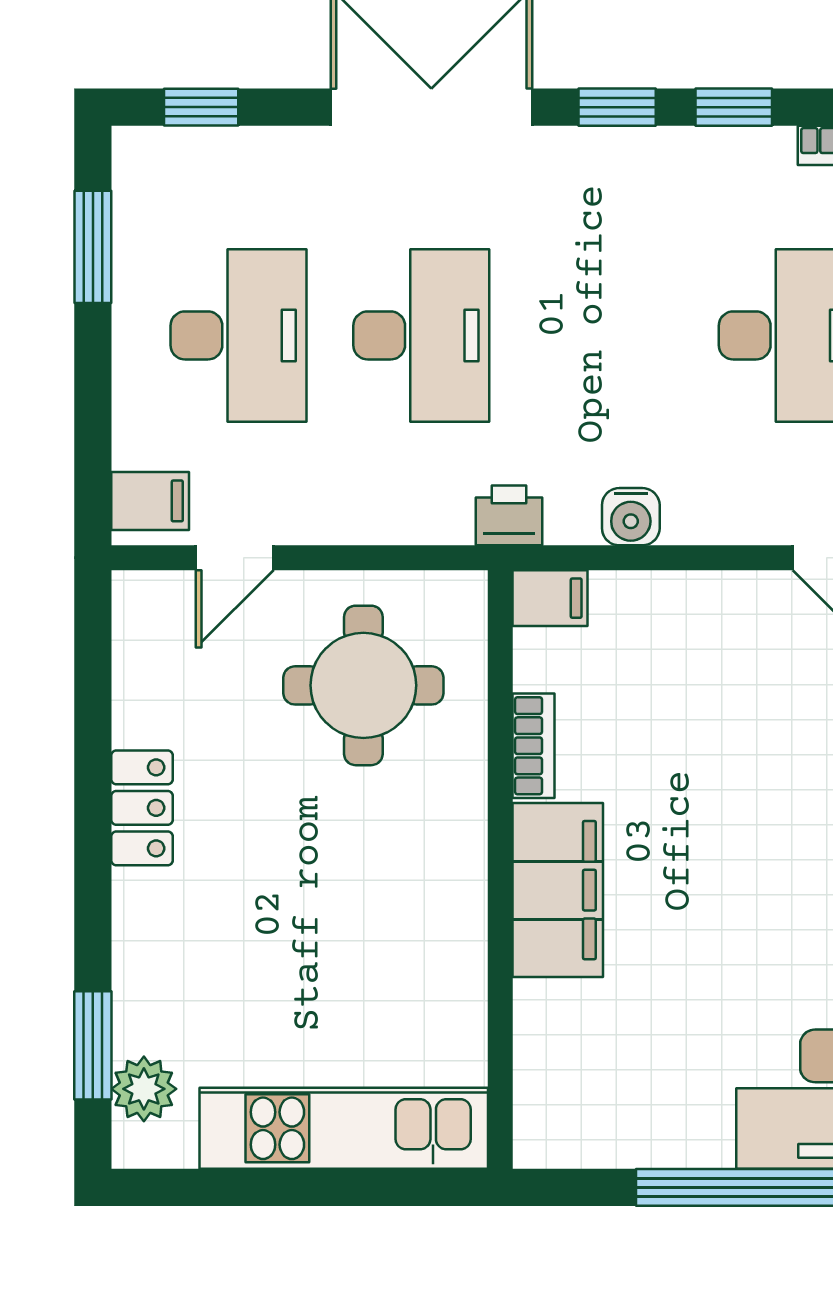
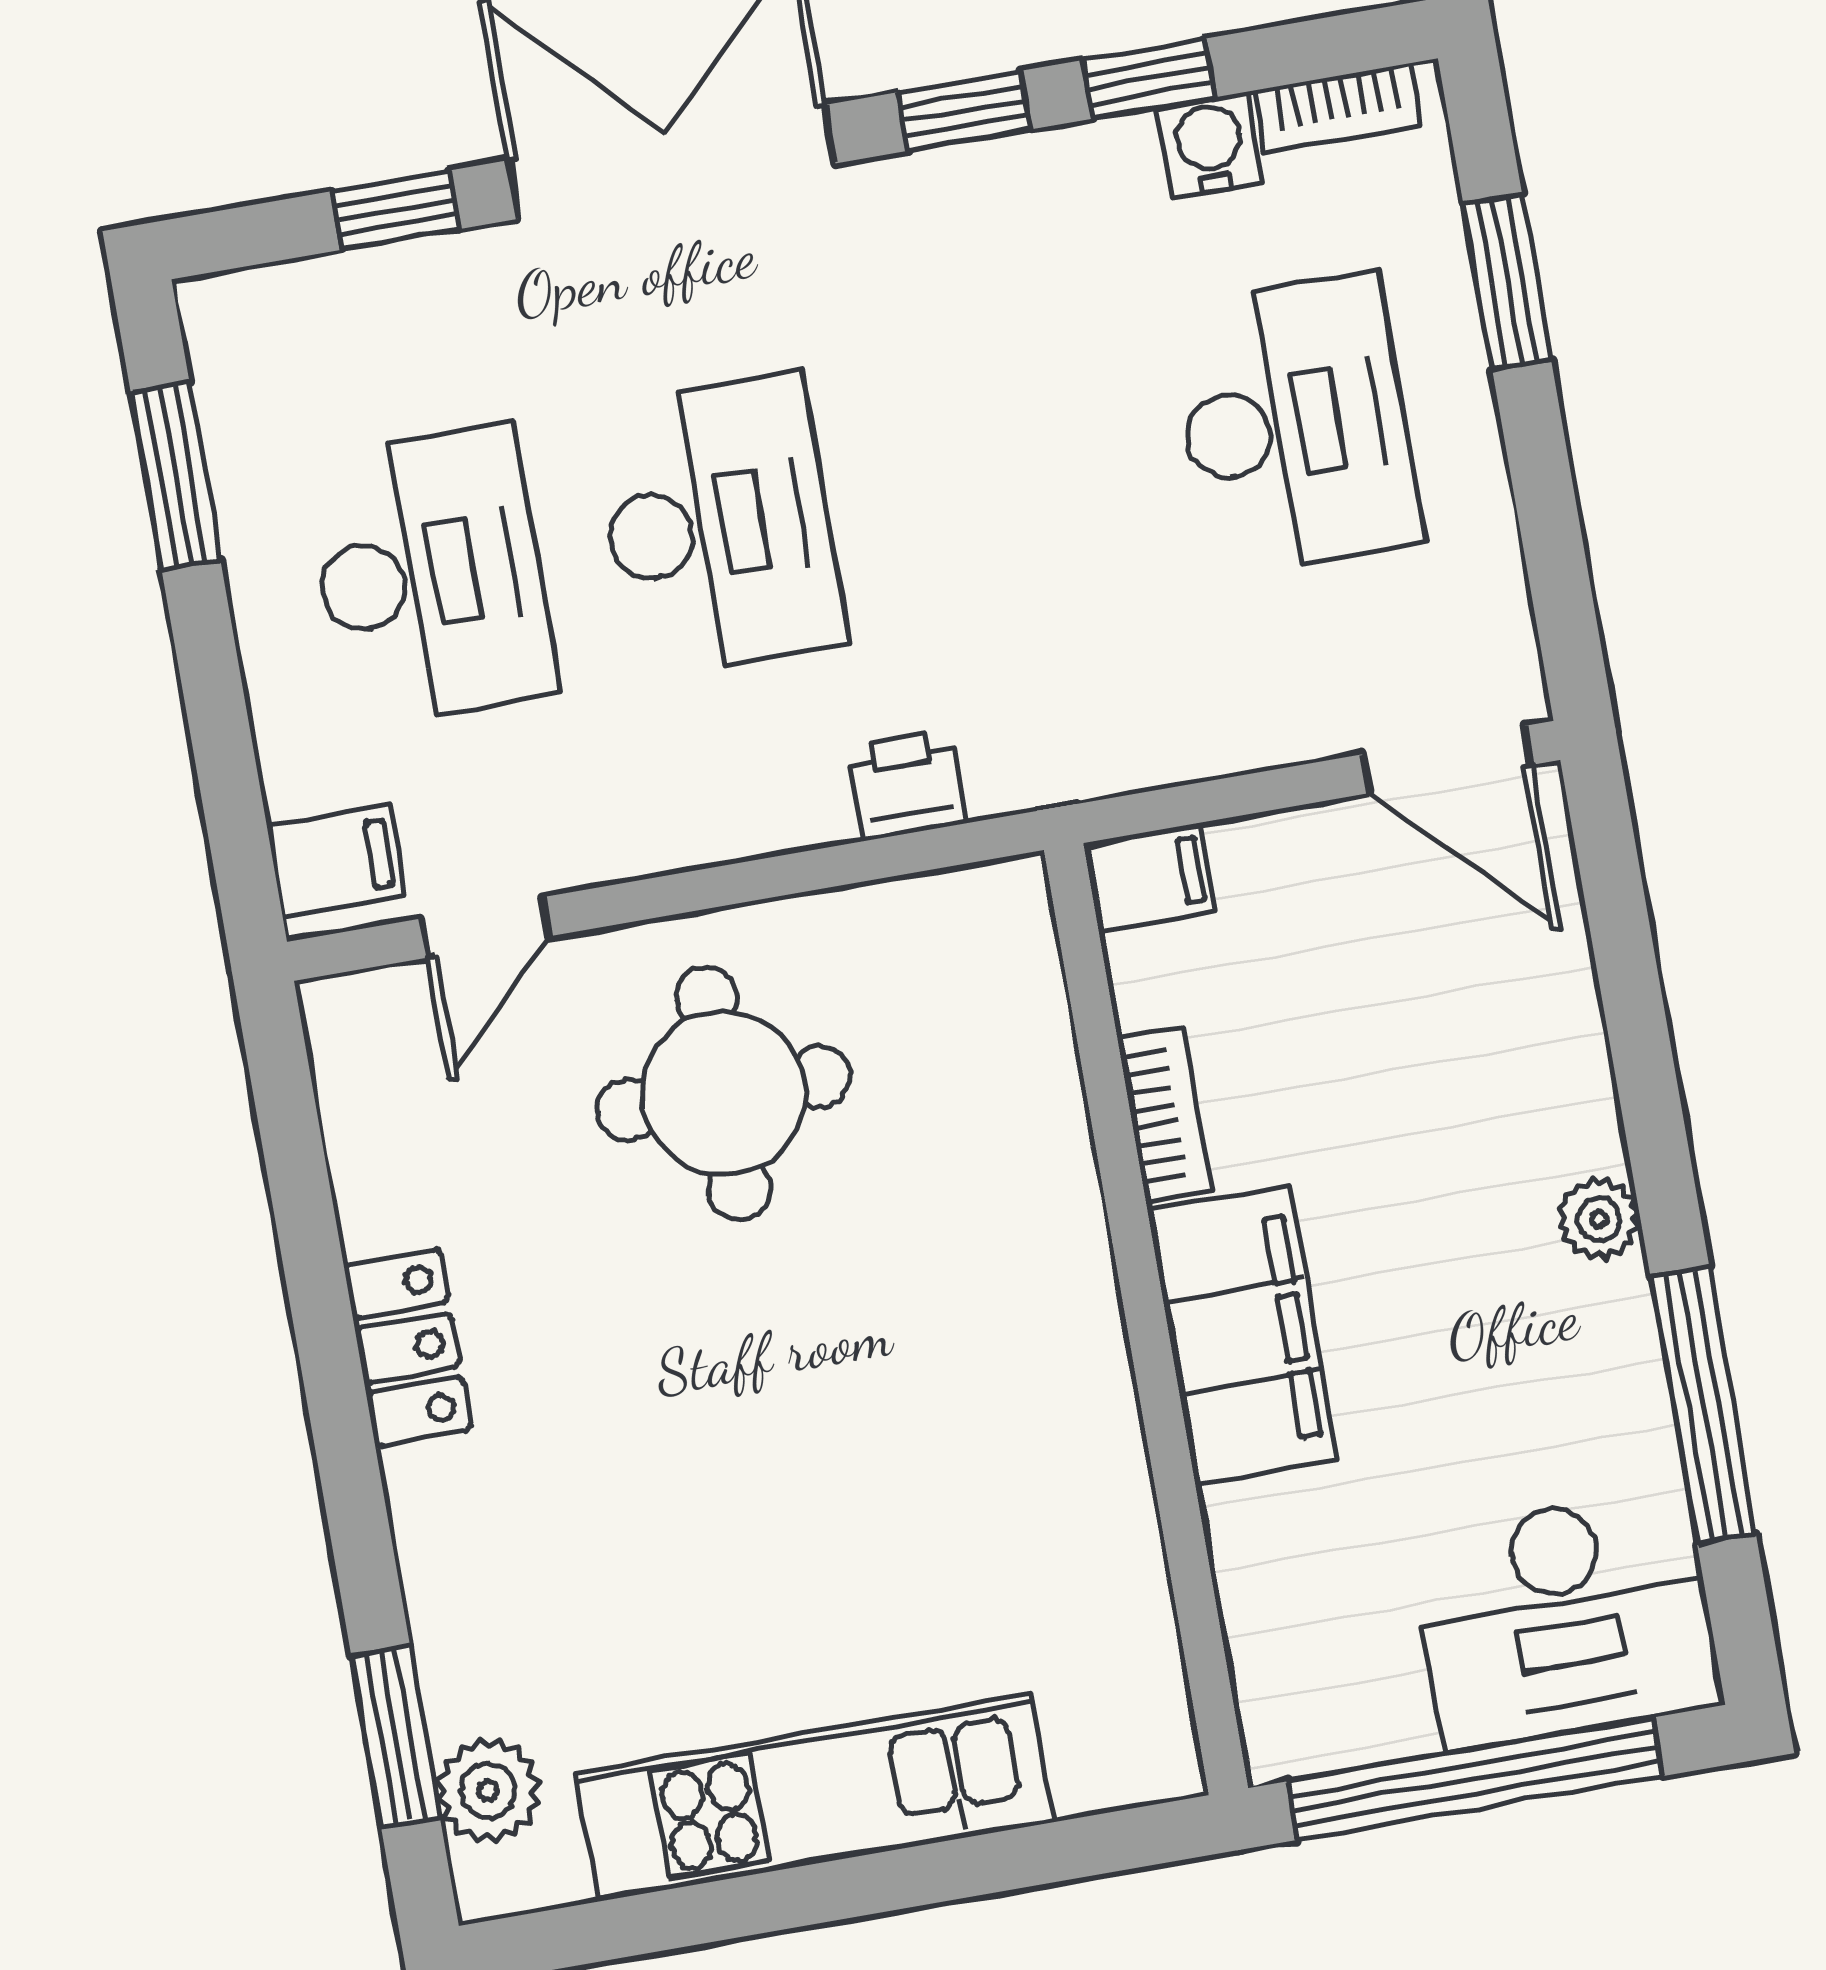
window: (201, 107) -> (396, 210), moved
water cooler: (631, 517) -> (1210, 145), moved, turned 180
filing cabinet: (550, 598) -> (1150, 877), moved
bookcase: (534, 746) -> (1164, 1115), moved
wall: (500, 870) -> (1146, 1319), moved
filing cabinet: (558, 890) -> (1242, 1336), moved

